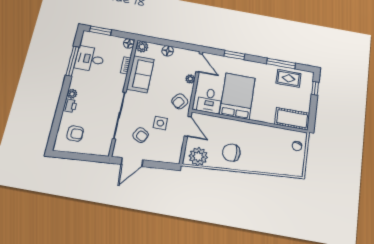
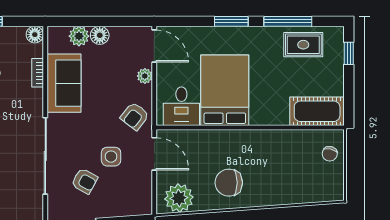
plant: (142, 47) -> (79, 36), moved
window: (234, 55) -> (231, 21), moved

